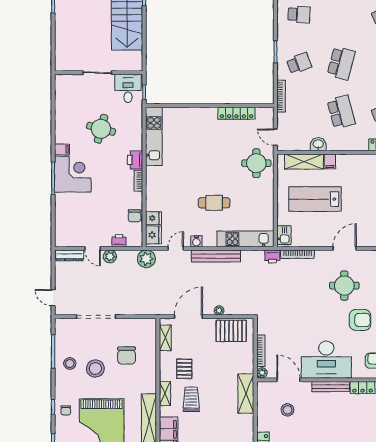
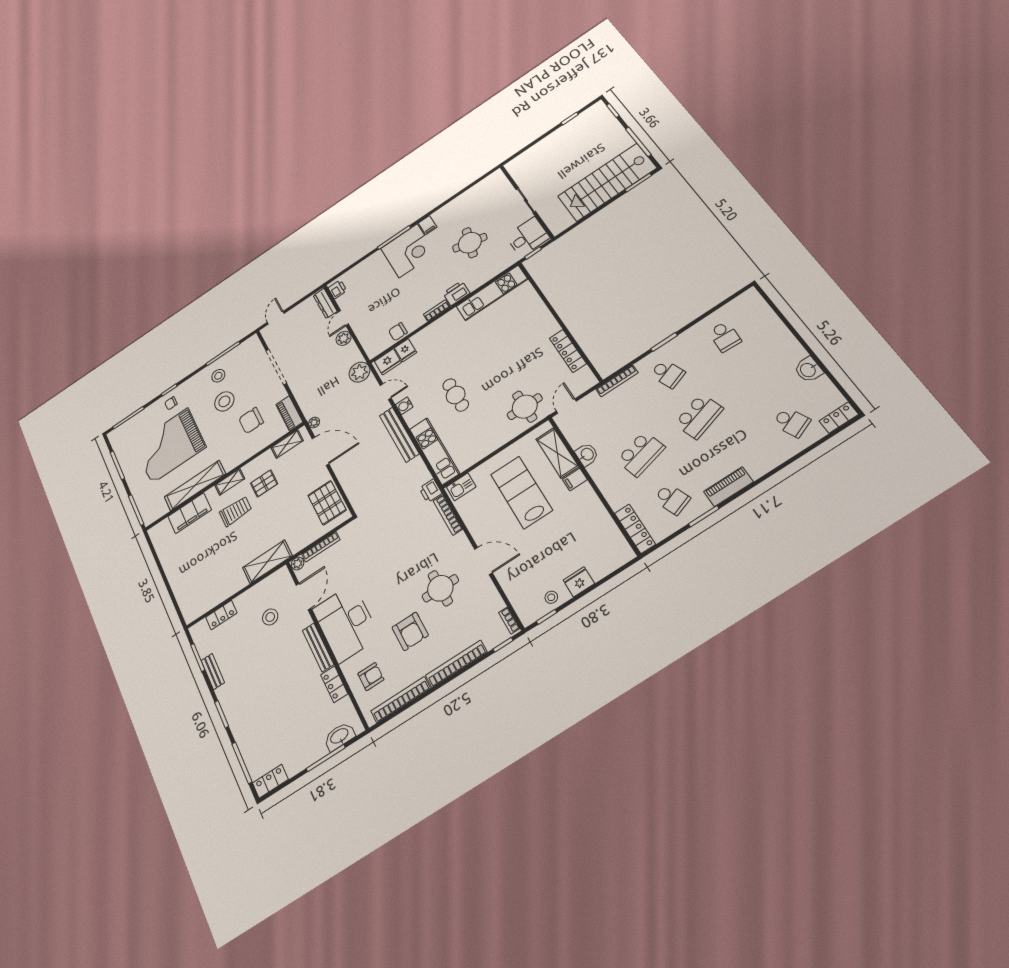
school desk: (341, 63) -> (699, 416), turned -33
printer: (119, 241) -> (337, 289), moved
plant: (219, 310) -> (314, 423), moved
piano: (142, 325) -> (289, 413), added

